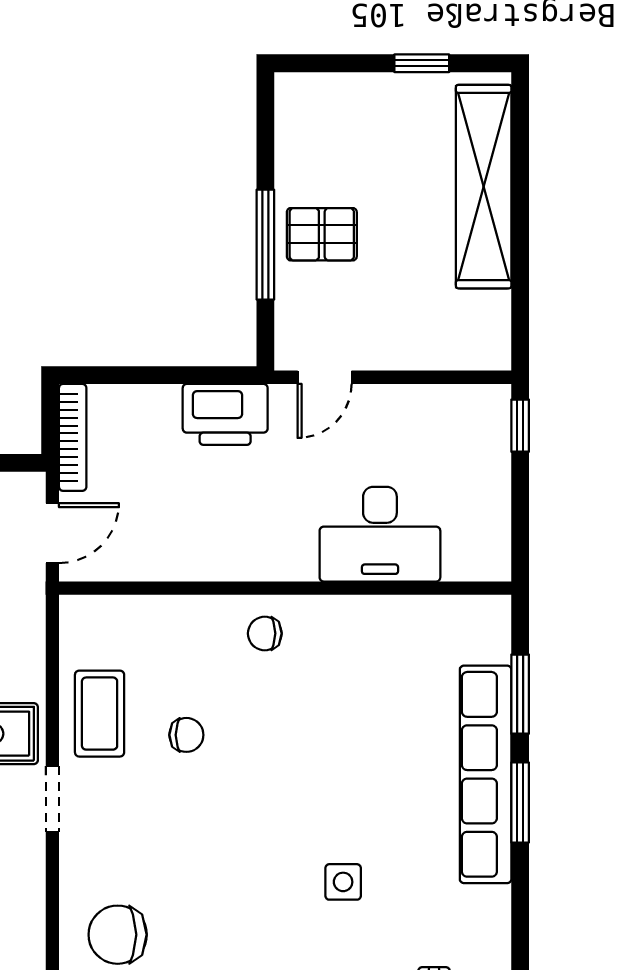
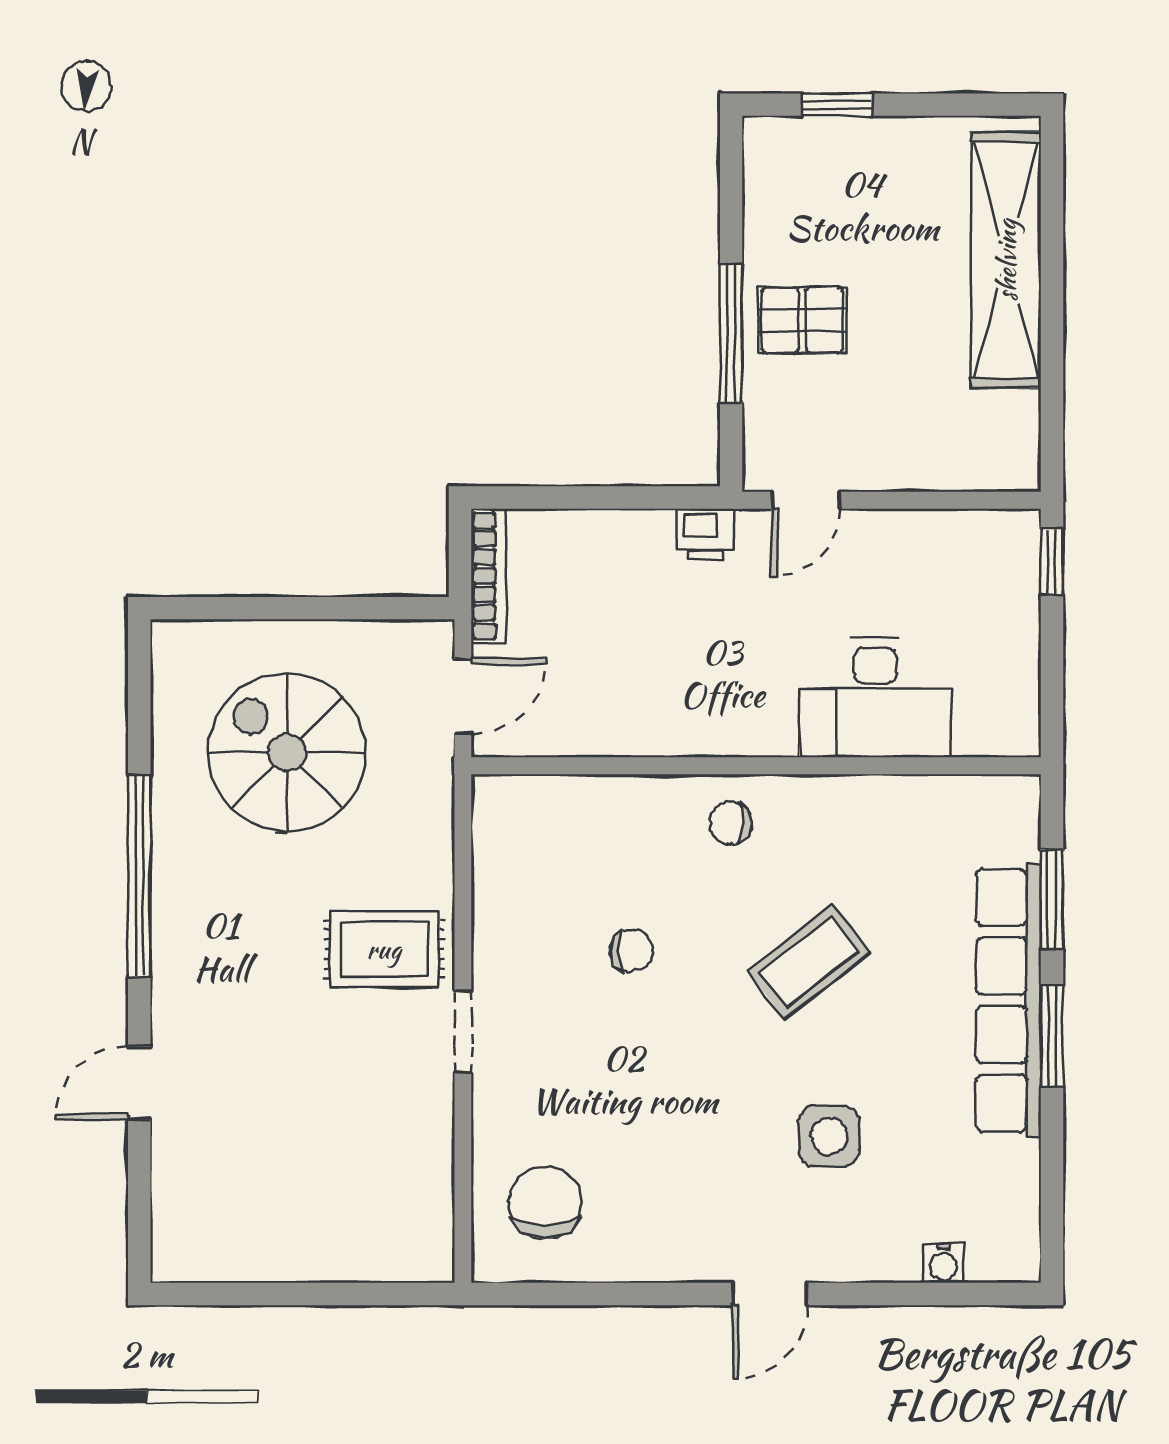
window: (422, 63) -> (837, 105), moved
printer: (225, 414) -> (705, 534), width x0.53, depth x0.68
coffee table: (100, 714) -> (809, 962), moved, turned 52
side table: (343, 882) -> (829, 1136), width x1.37, depth x1.37
chair: (118, 935) -> (545, 1202), turned 90

